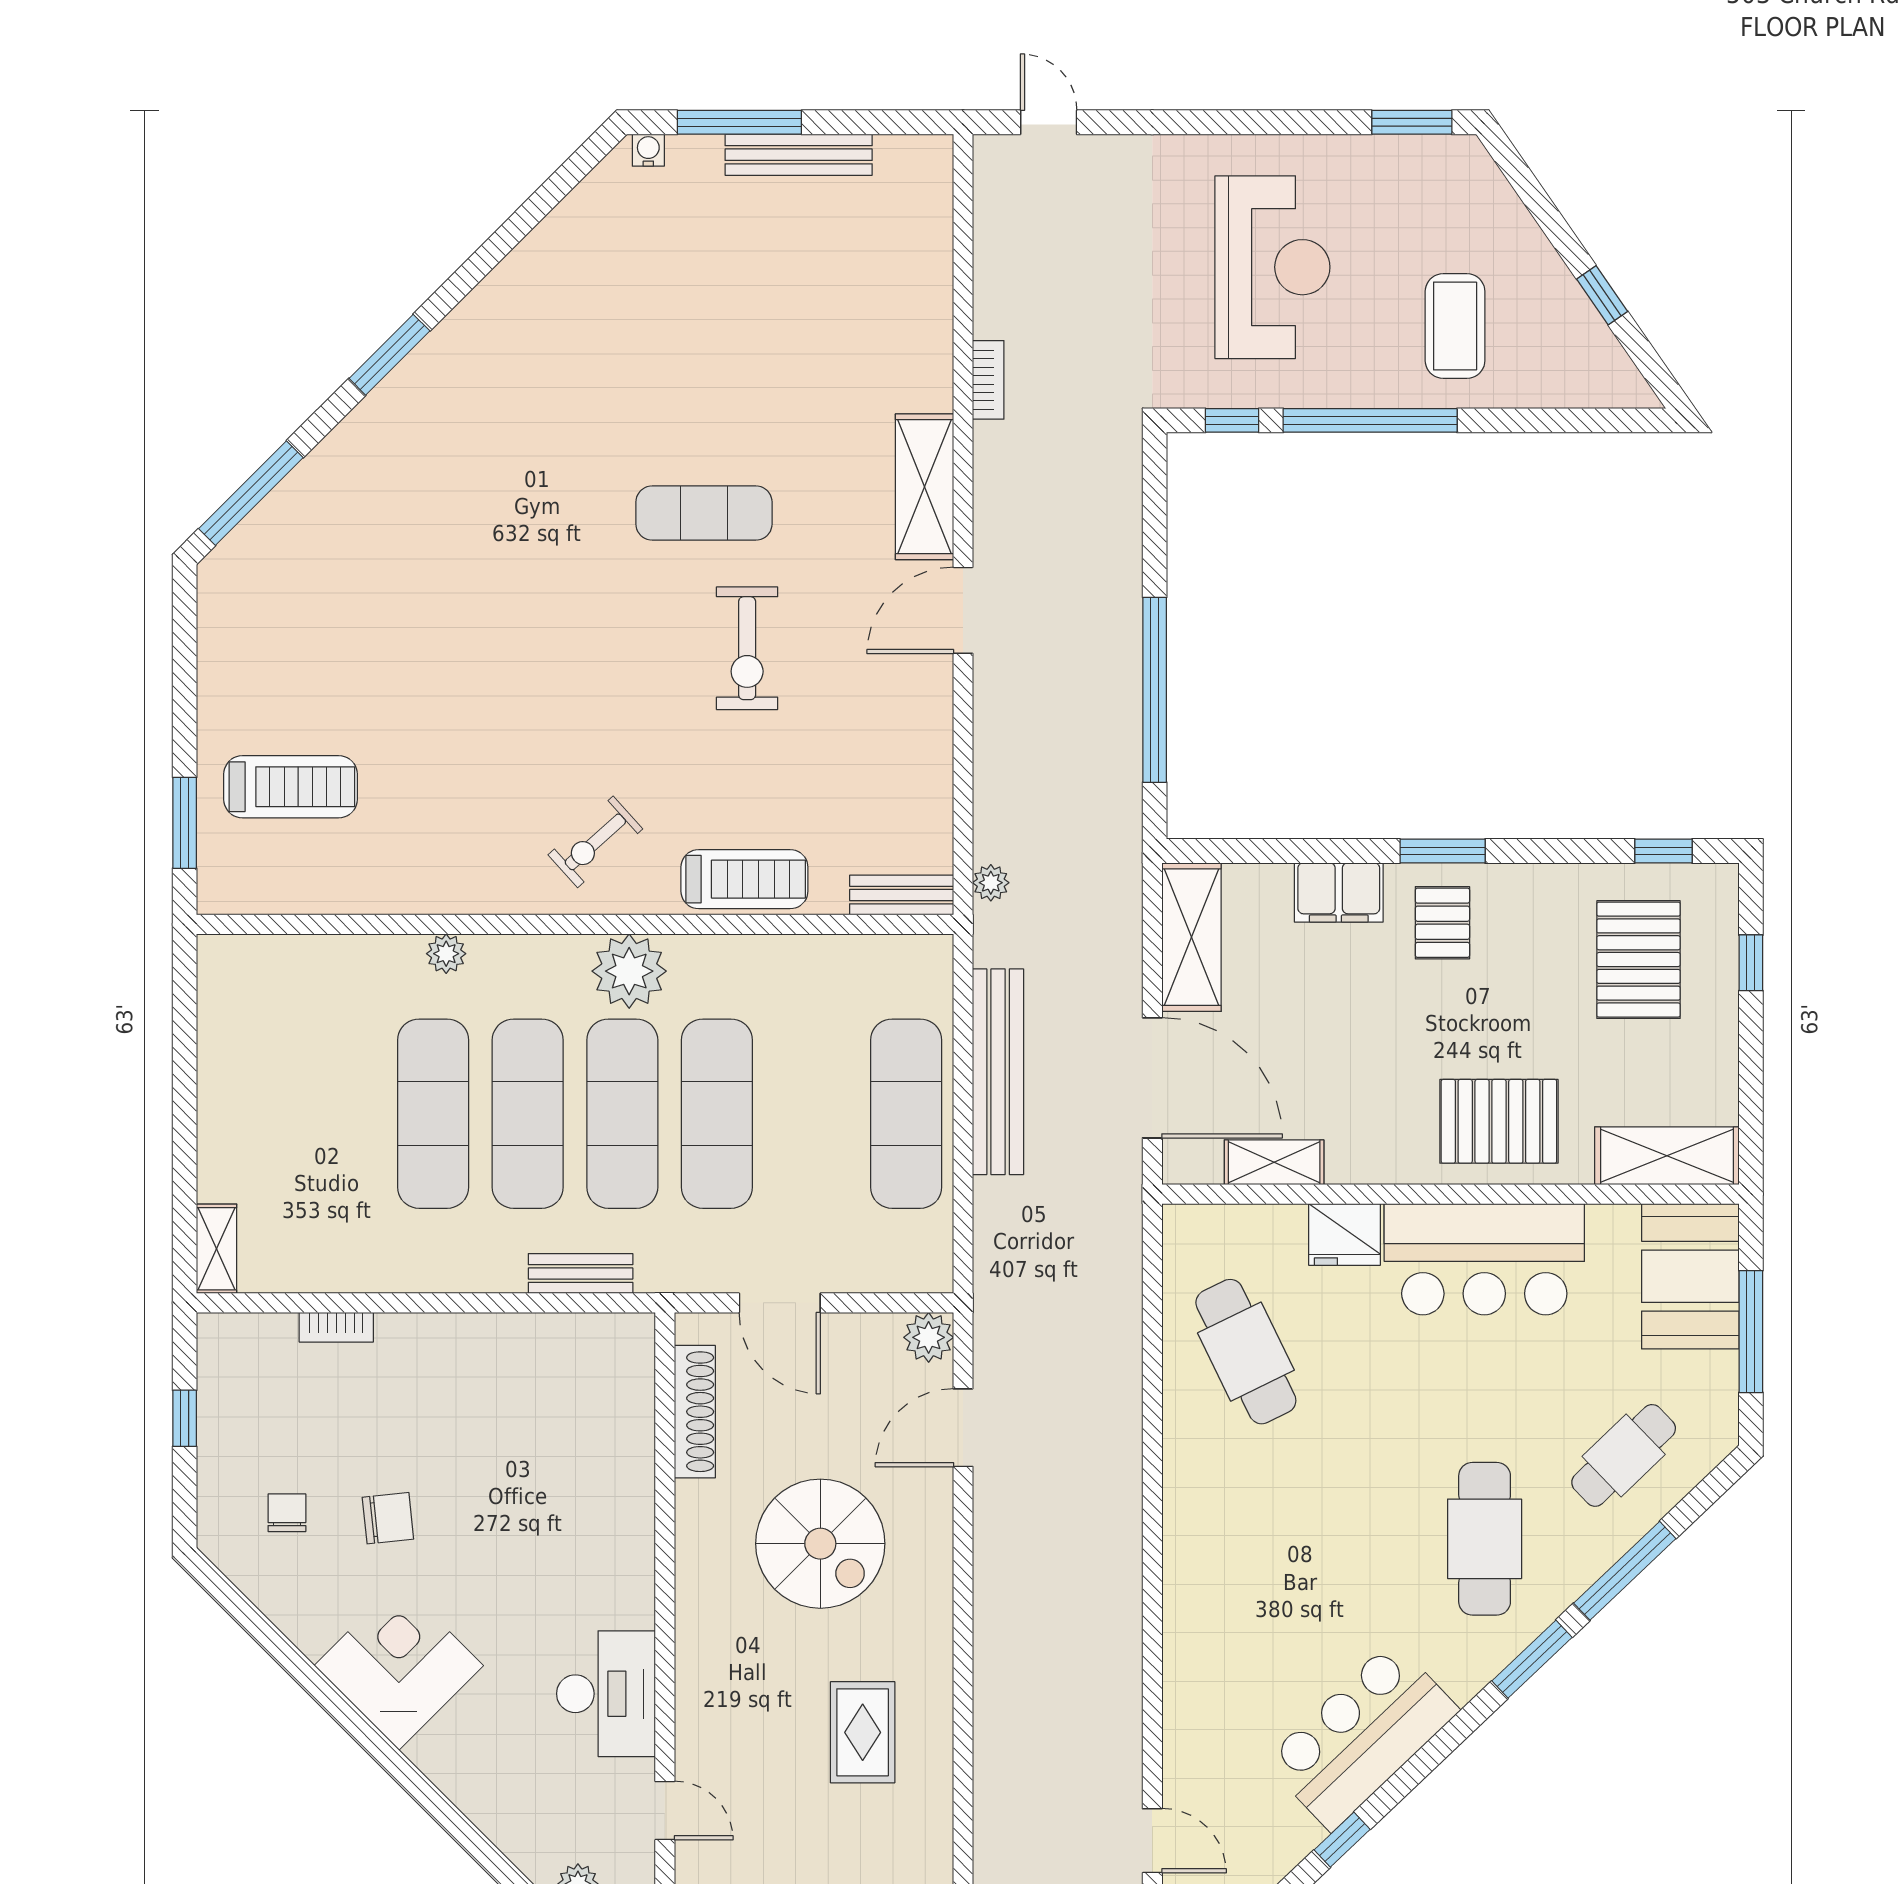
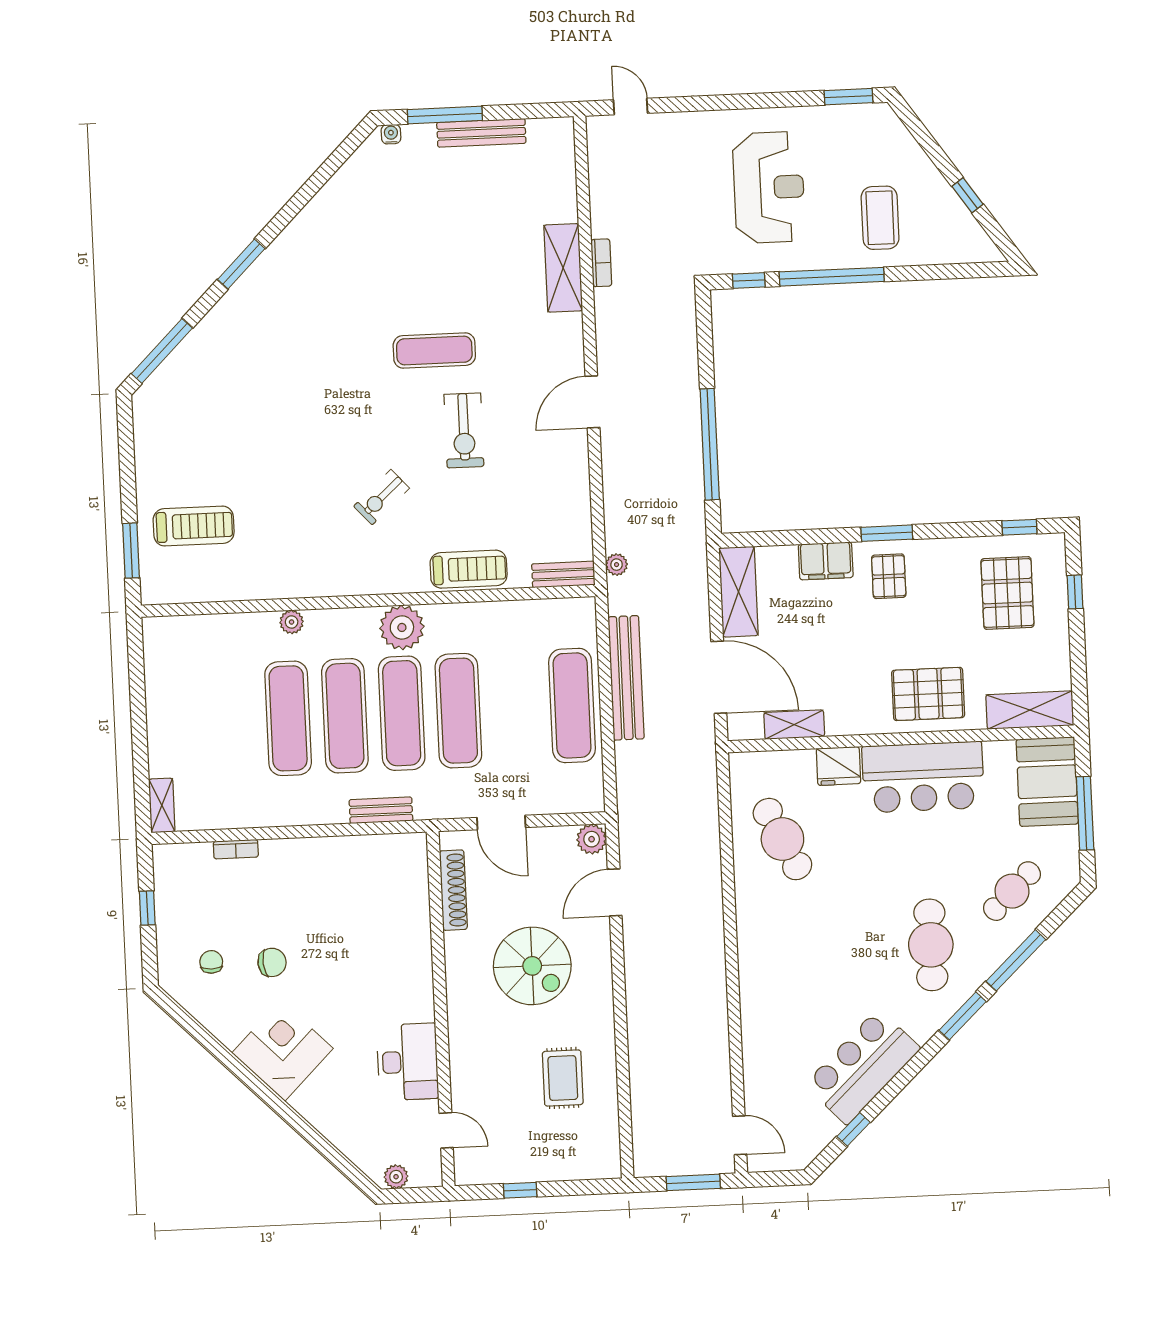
shelving: (924, 487) -> (563, 268), moved
exercise bike: (595, 842) -> (382, 497), moved

